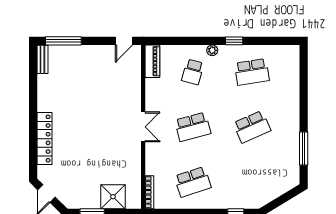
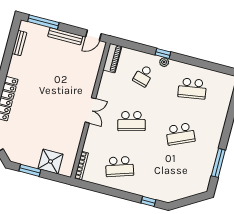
window: (234, 41) -> (163, 53), moved
bench: (92, 50) -> (65, 36), added
bench: (42, 59) -> (19, 43), moved

